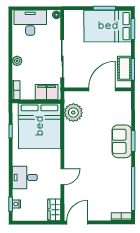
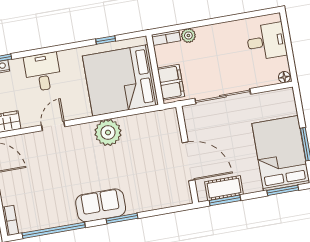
desk: (30, 23) -> (266, 41), width x0.73
plant: (17, 61) -> (188, 35), moved
plant: (73, 113) -> (108, 133), moved
sofa: (122, 141) -> (101, 205), moved
door: (62, 177) -> (53, 126), swing flipped

